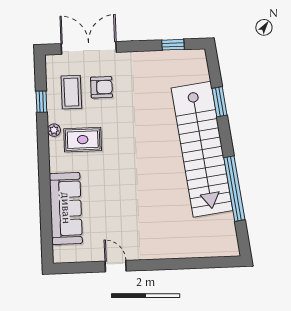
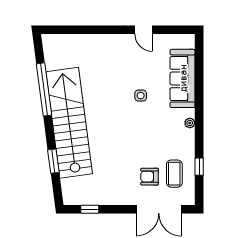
plant: (54, 130) -> (190, 123), moved
rug: (83, 140) -> (167, 134), removed
side table: (116, 186) -> (141, 96), added

